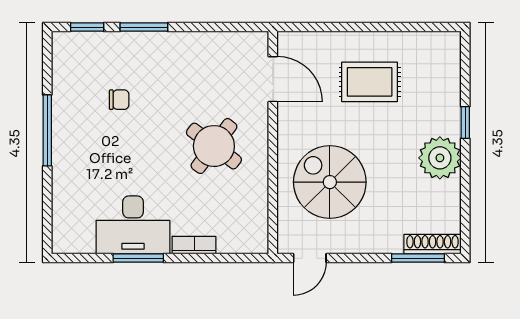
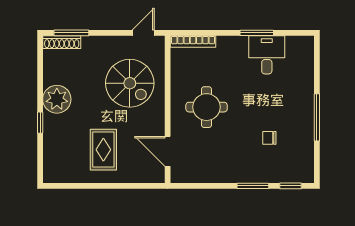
rug: (370, 82) -> (103, 150), turned 90
round table: (214, 146) -> (207, 107), turned -37
desk: (133, 225) -> (267, 55), width x0.73
bookcase: (194, 245) -> (193, 41), moved, width x1.56

